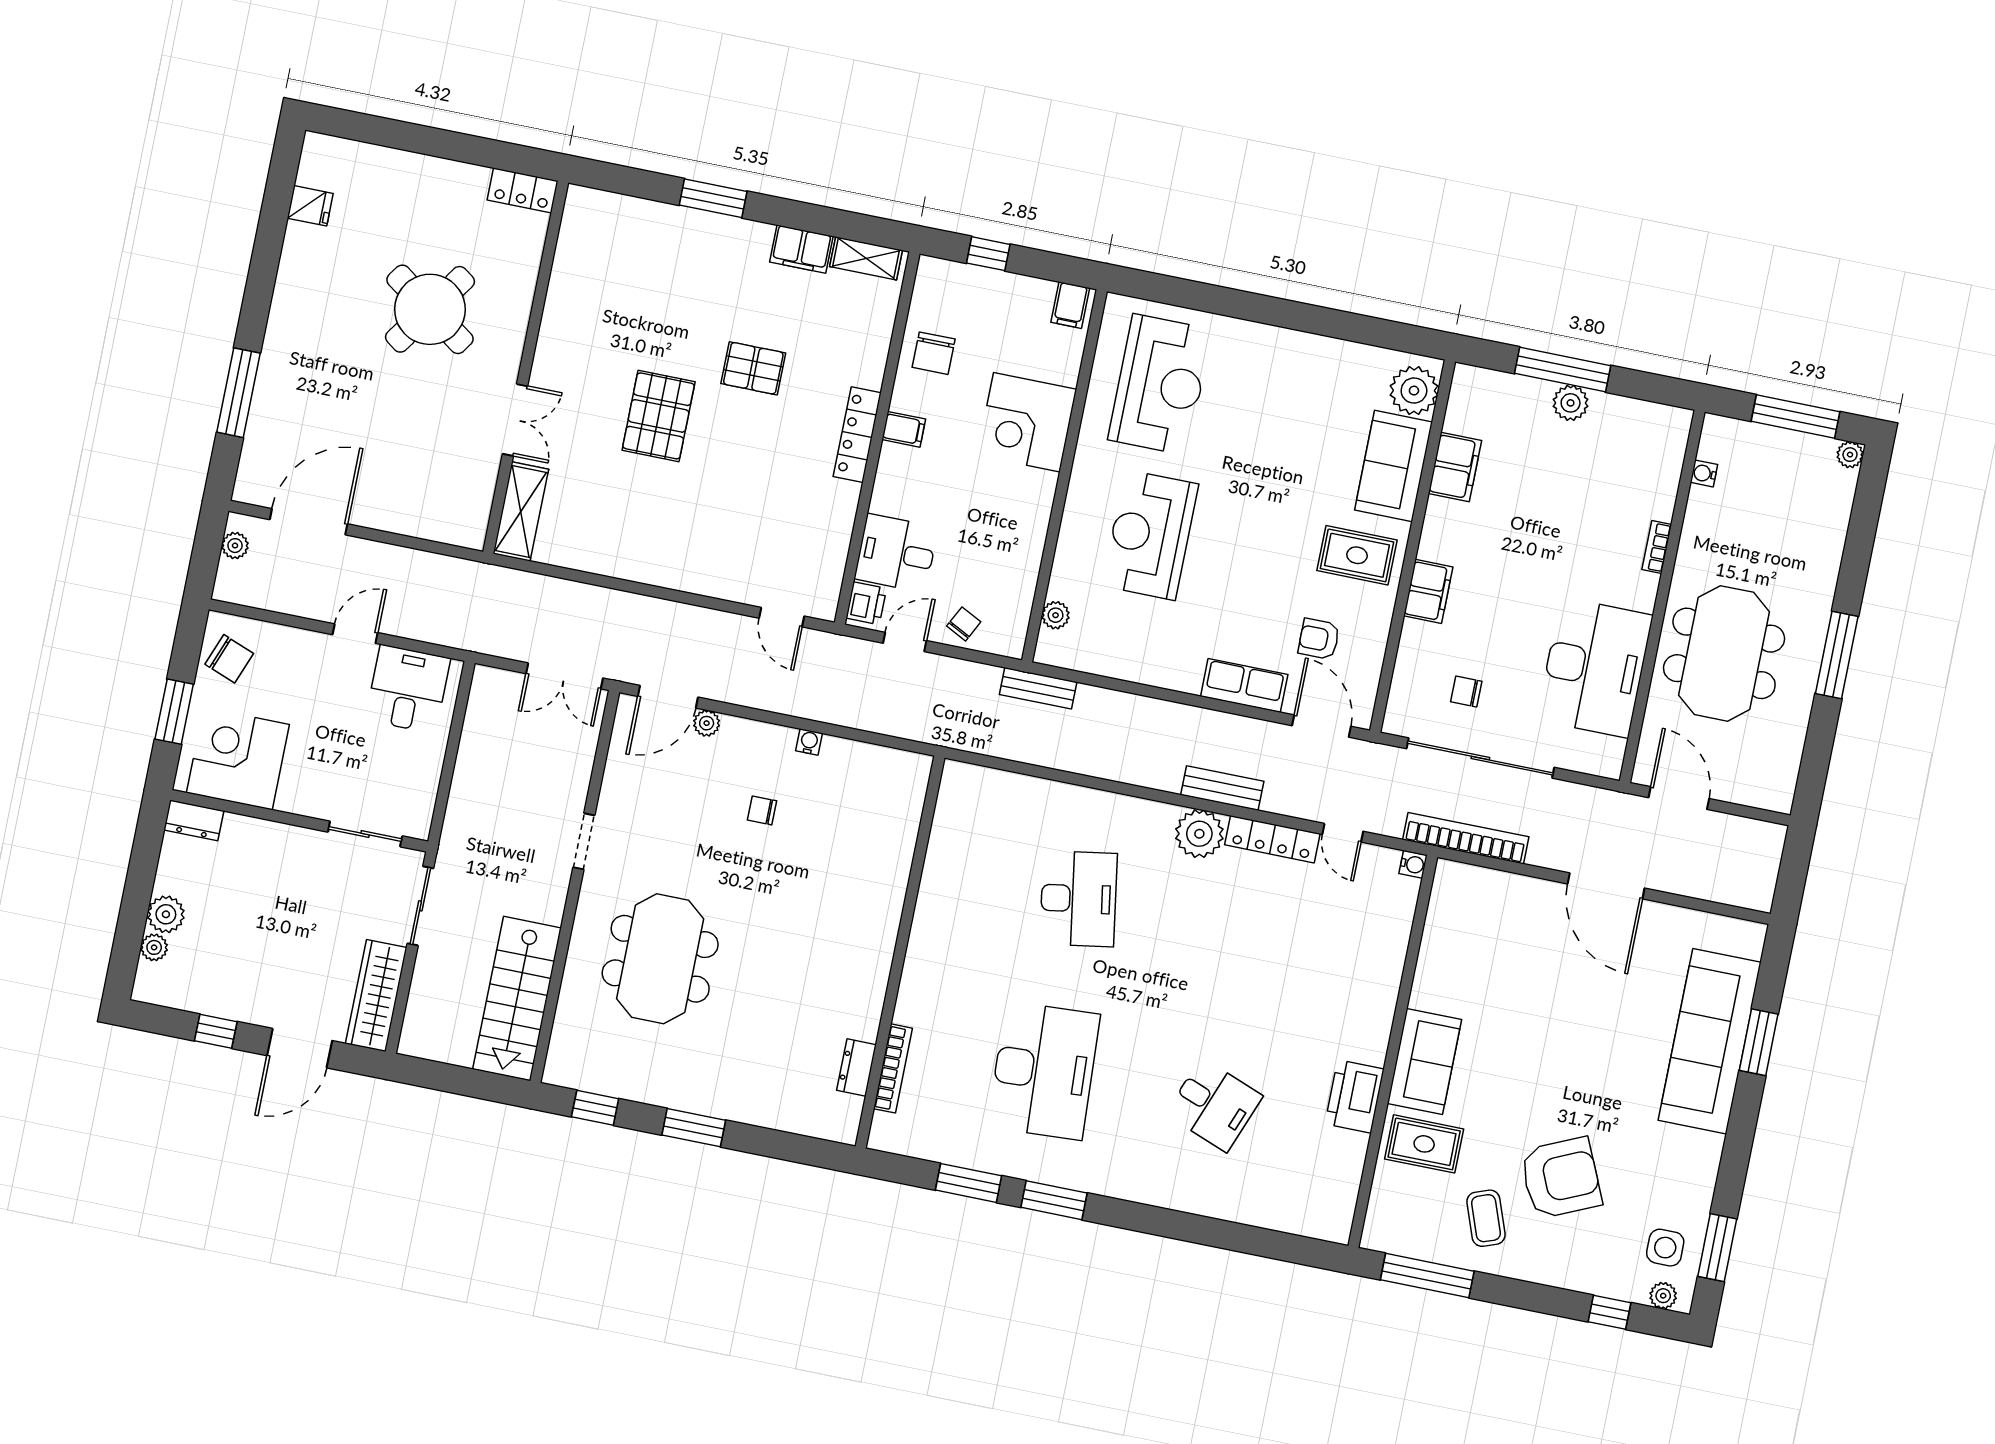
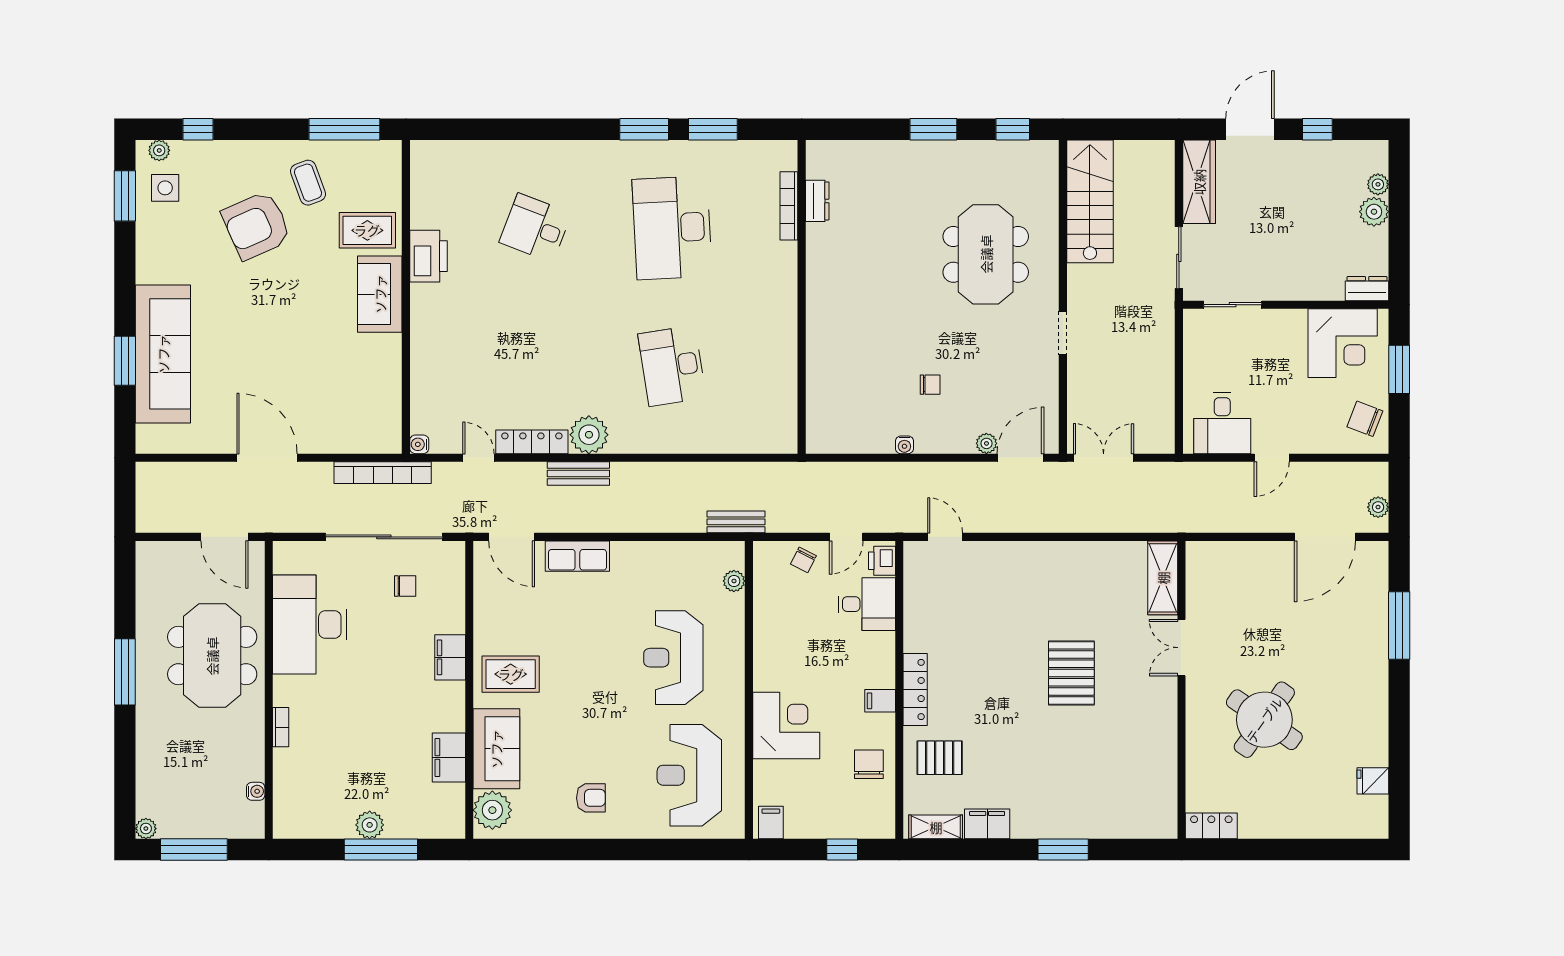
pallet: (753, 368) -> (940, 758), moved
reception desk: (1150, 535) -> (673, 658), turned 180
armchair: (1319, 639) -> (591, 798), moved

